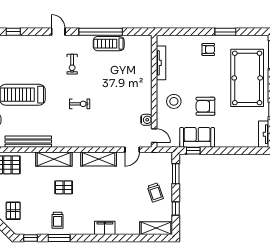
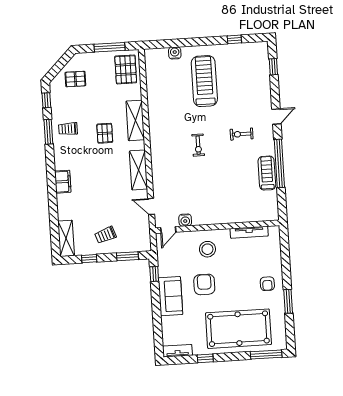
sofa: (197, 137) -> (170, 296), moved
bench: (28, 142) -> (153, 91), removed

